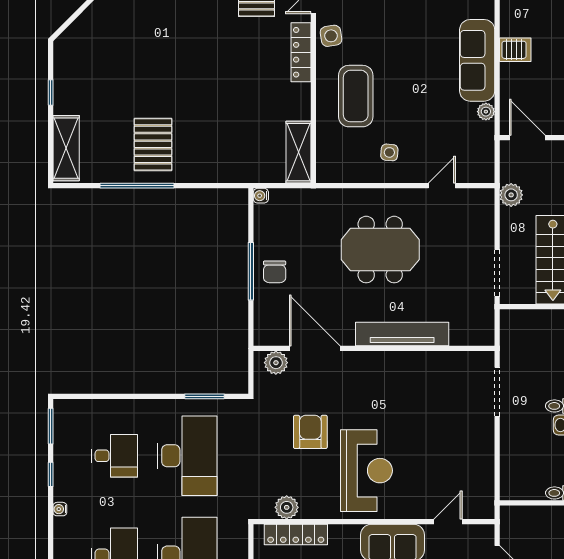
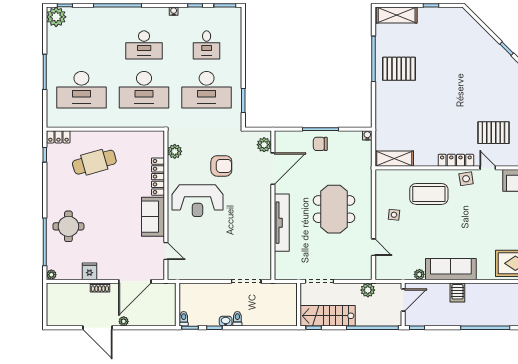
locker: (296, 535) -> (158, 177), moved

